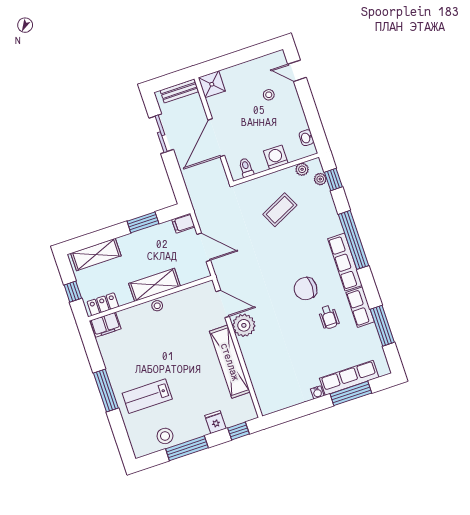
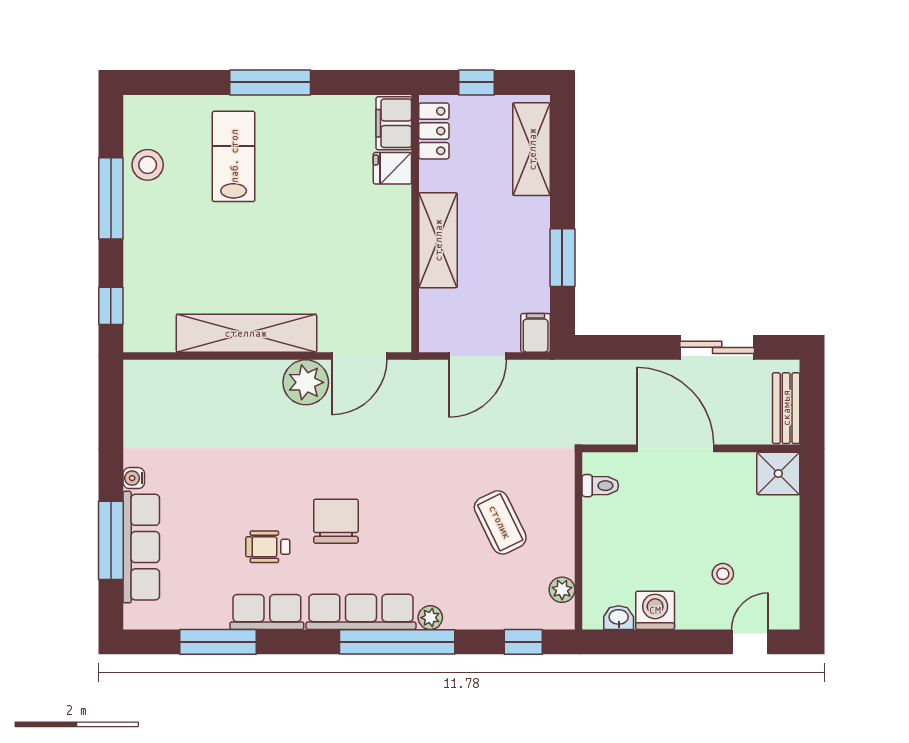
washing machine: (276, 157) -> (655, 610), moved, turned -90
plant: (320, 179) -> (430, 618), moved
stool: (157, 306) -> (397, 232), removed
fridge: (215, 422) -> (392, 168), moved, turned 180

